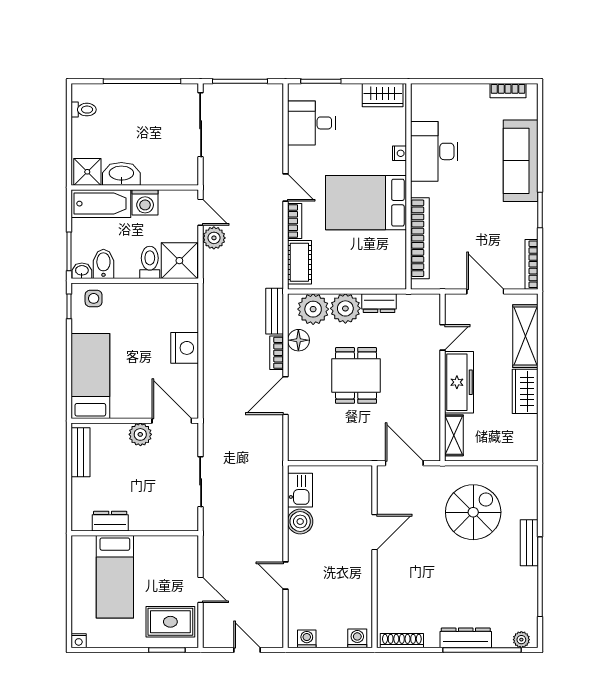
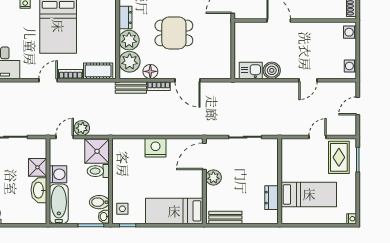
shower: (87, 172) -> (38, 167), moved

